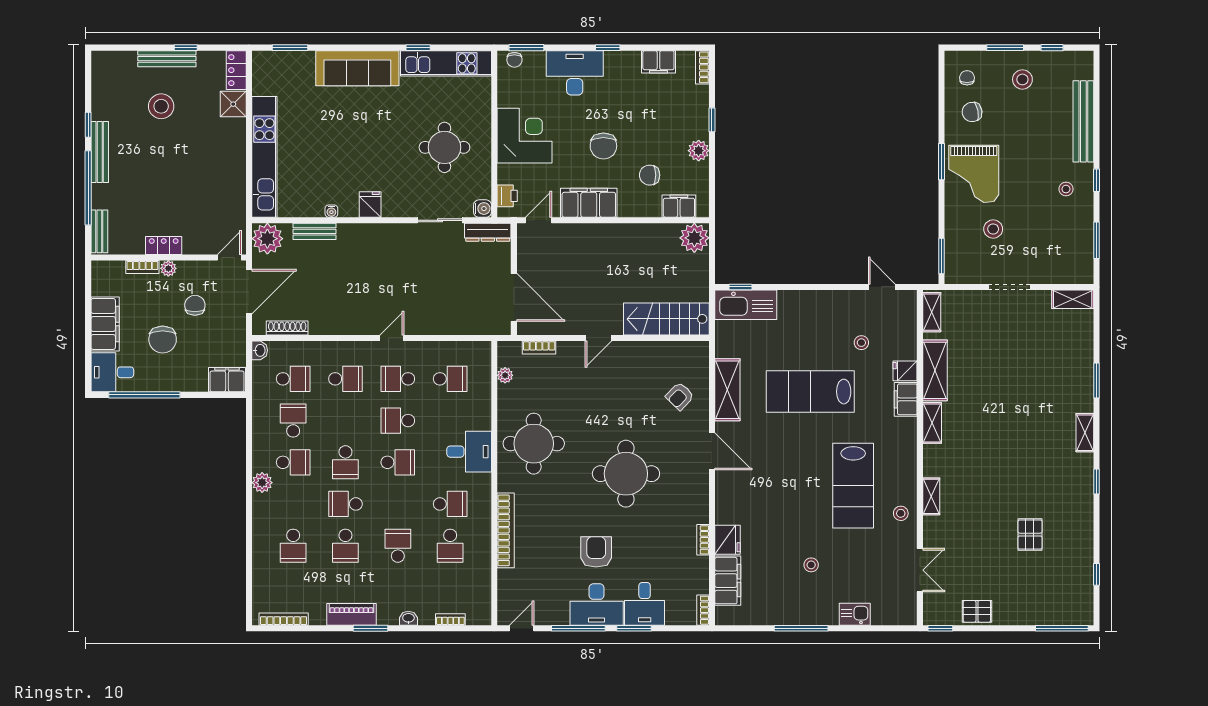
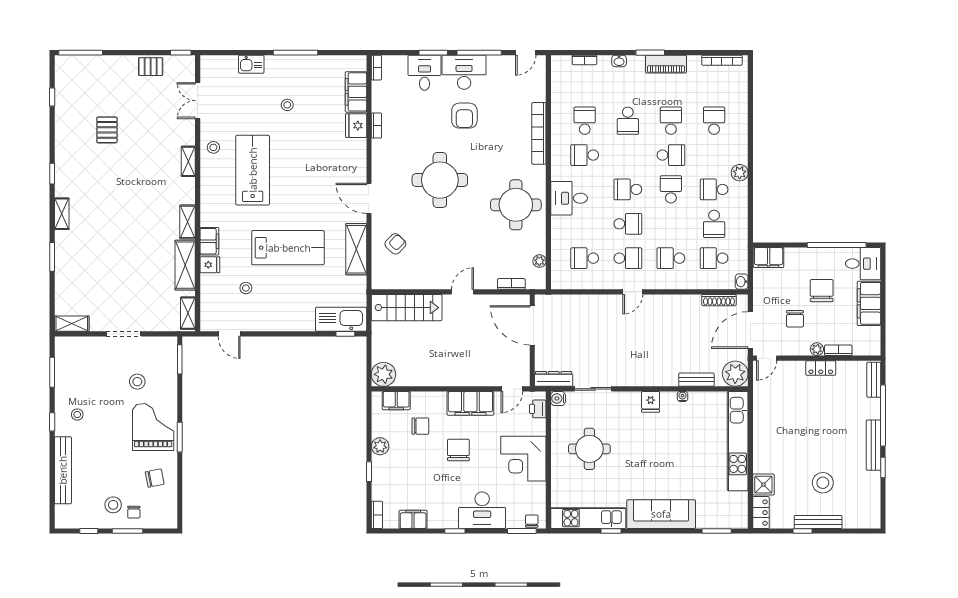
chair: (967, 78) -> (134, 512), moved

